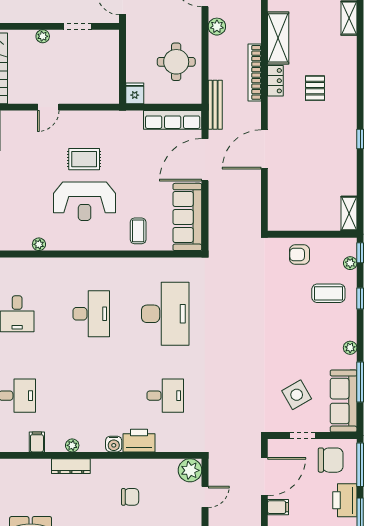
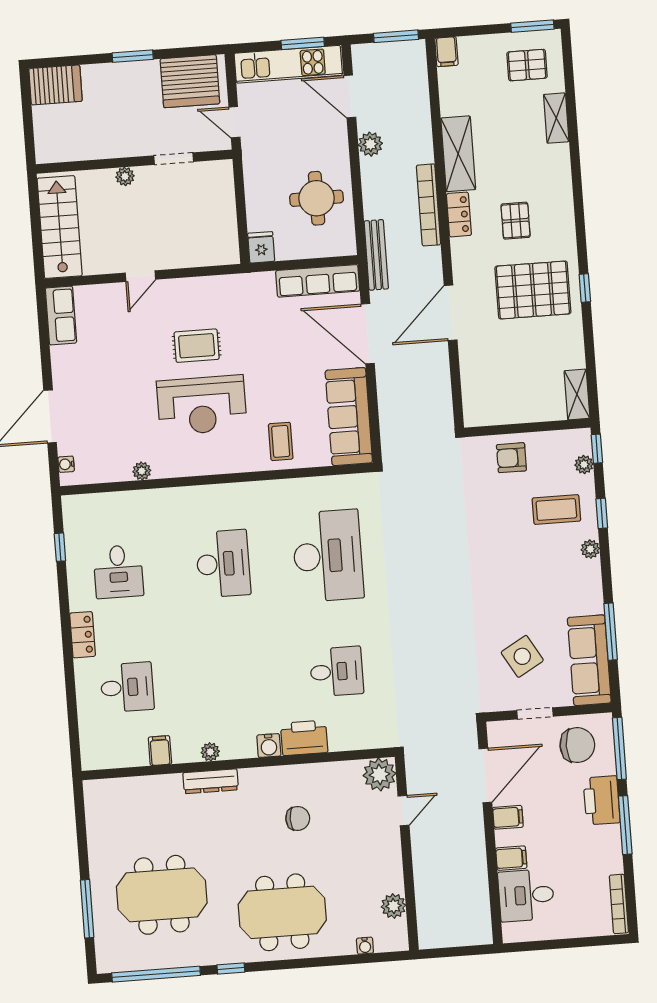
pallet: (323, 138) -> (533, 290), added
door: (205, 160) -> (368, 334), hinge flipped
plant: (350, 348) -> (590, 549), moved

